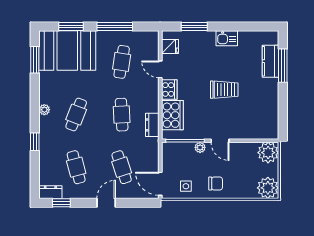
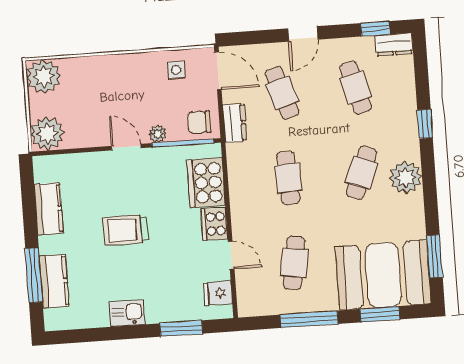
kitchen counter: (271, 106) -> (49, 209), added
plant: (44, 110) -> (406, 177), width x1.88, depth x1.88
dresser: (152, 125) -> (235, 123), moved
chair: (216, 183) -> (199, 122), moved

